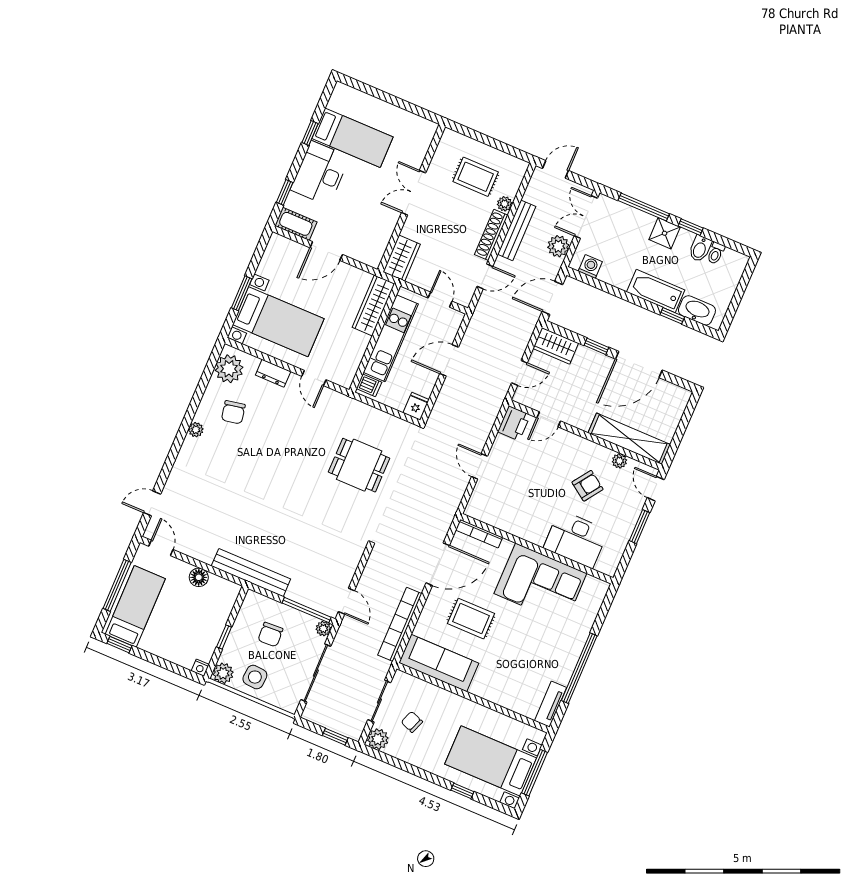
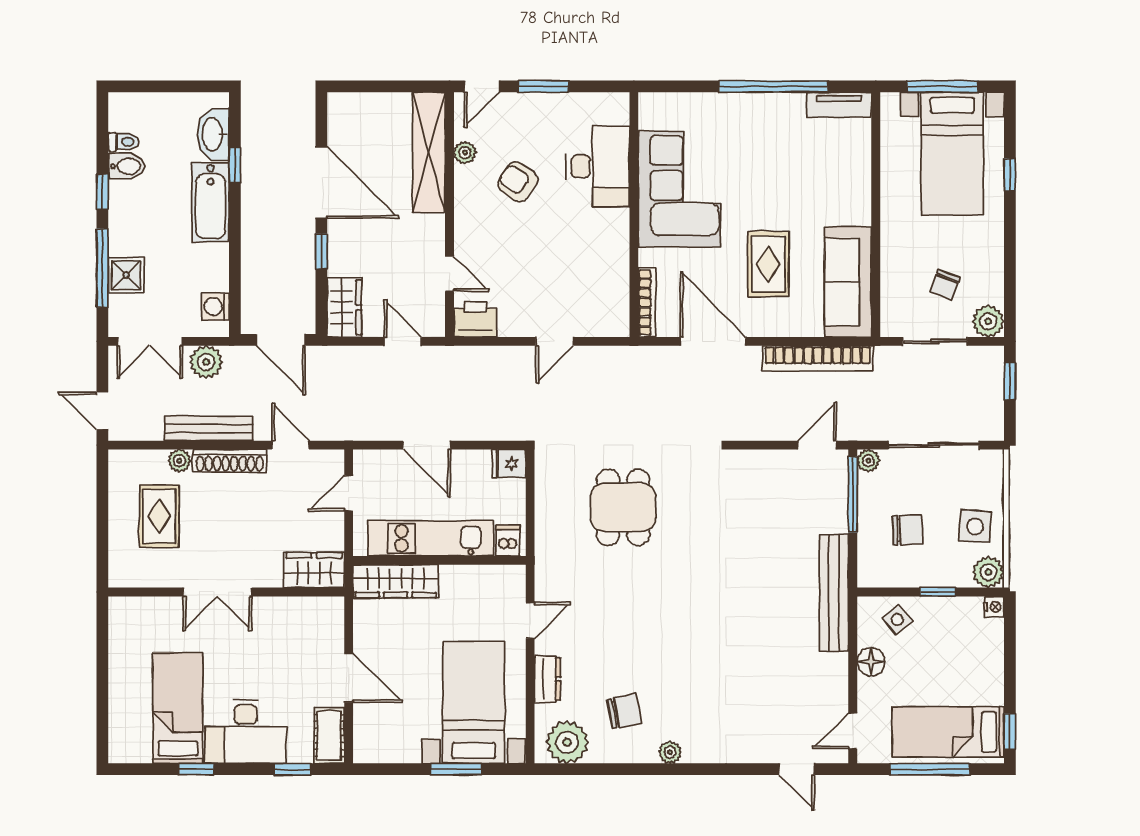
shower: (665, 233) -> (126, 275), moved
side table: (218, 605) -> (897, 619), added

